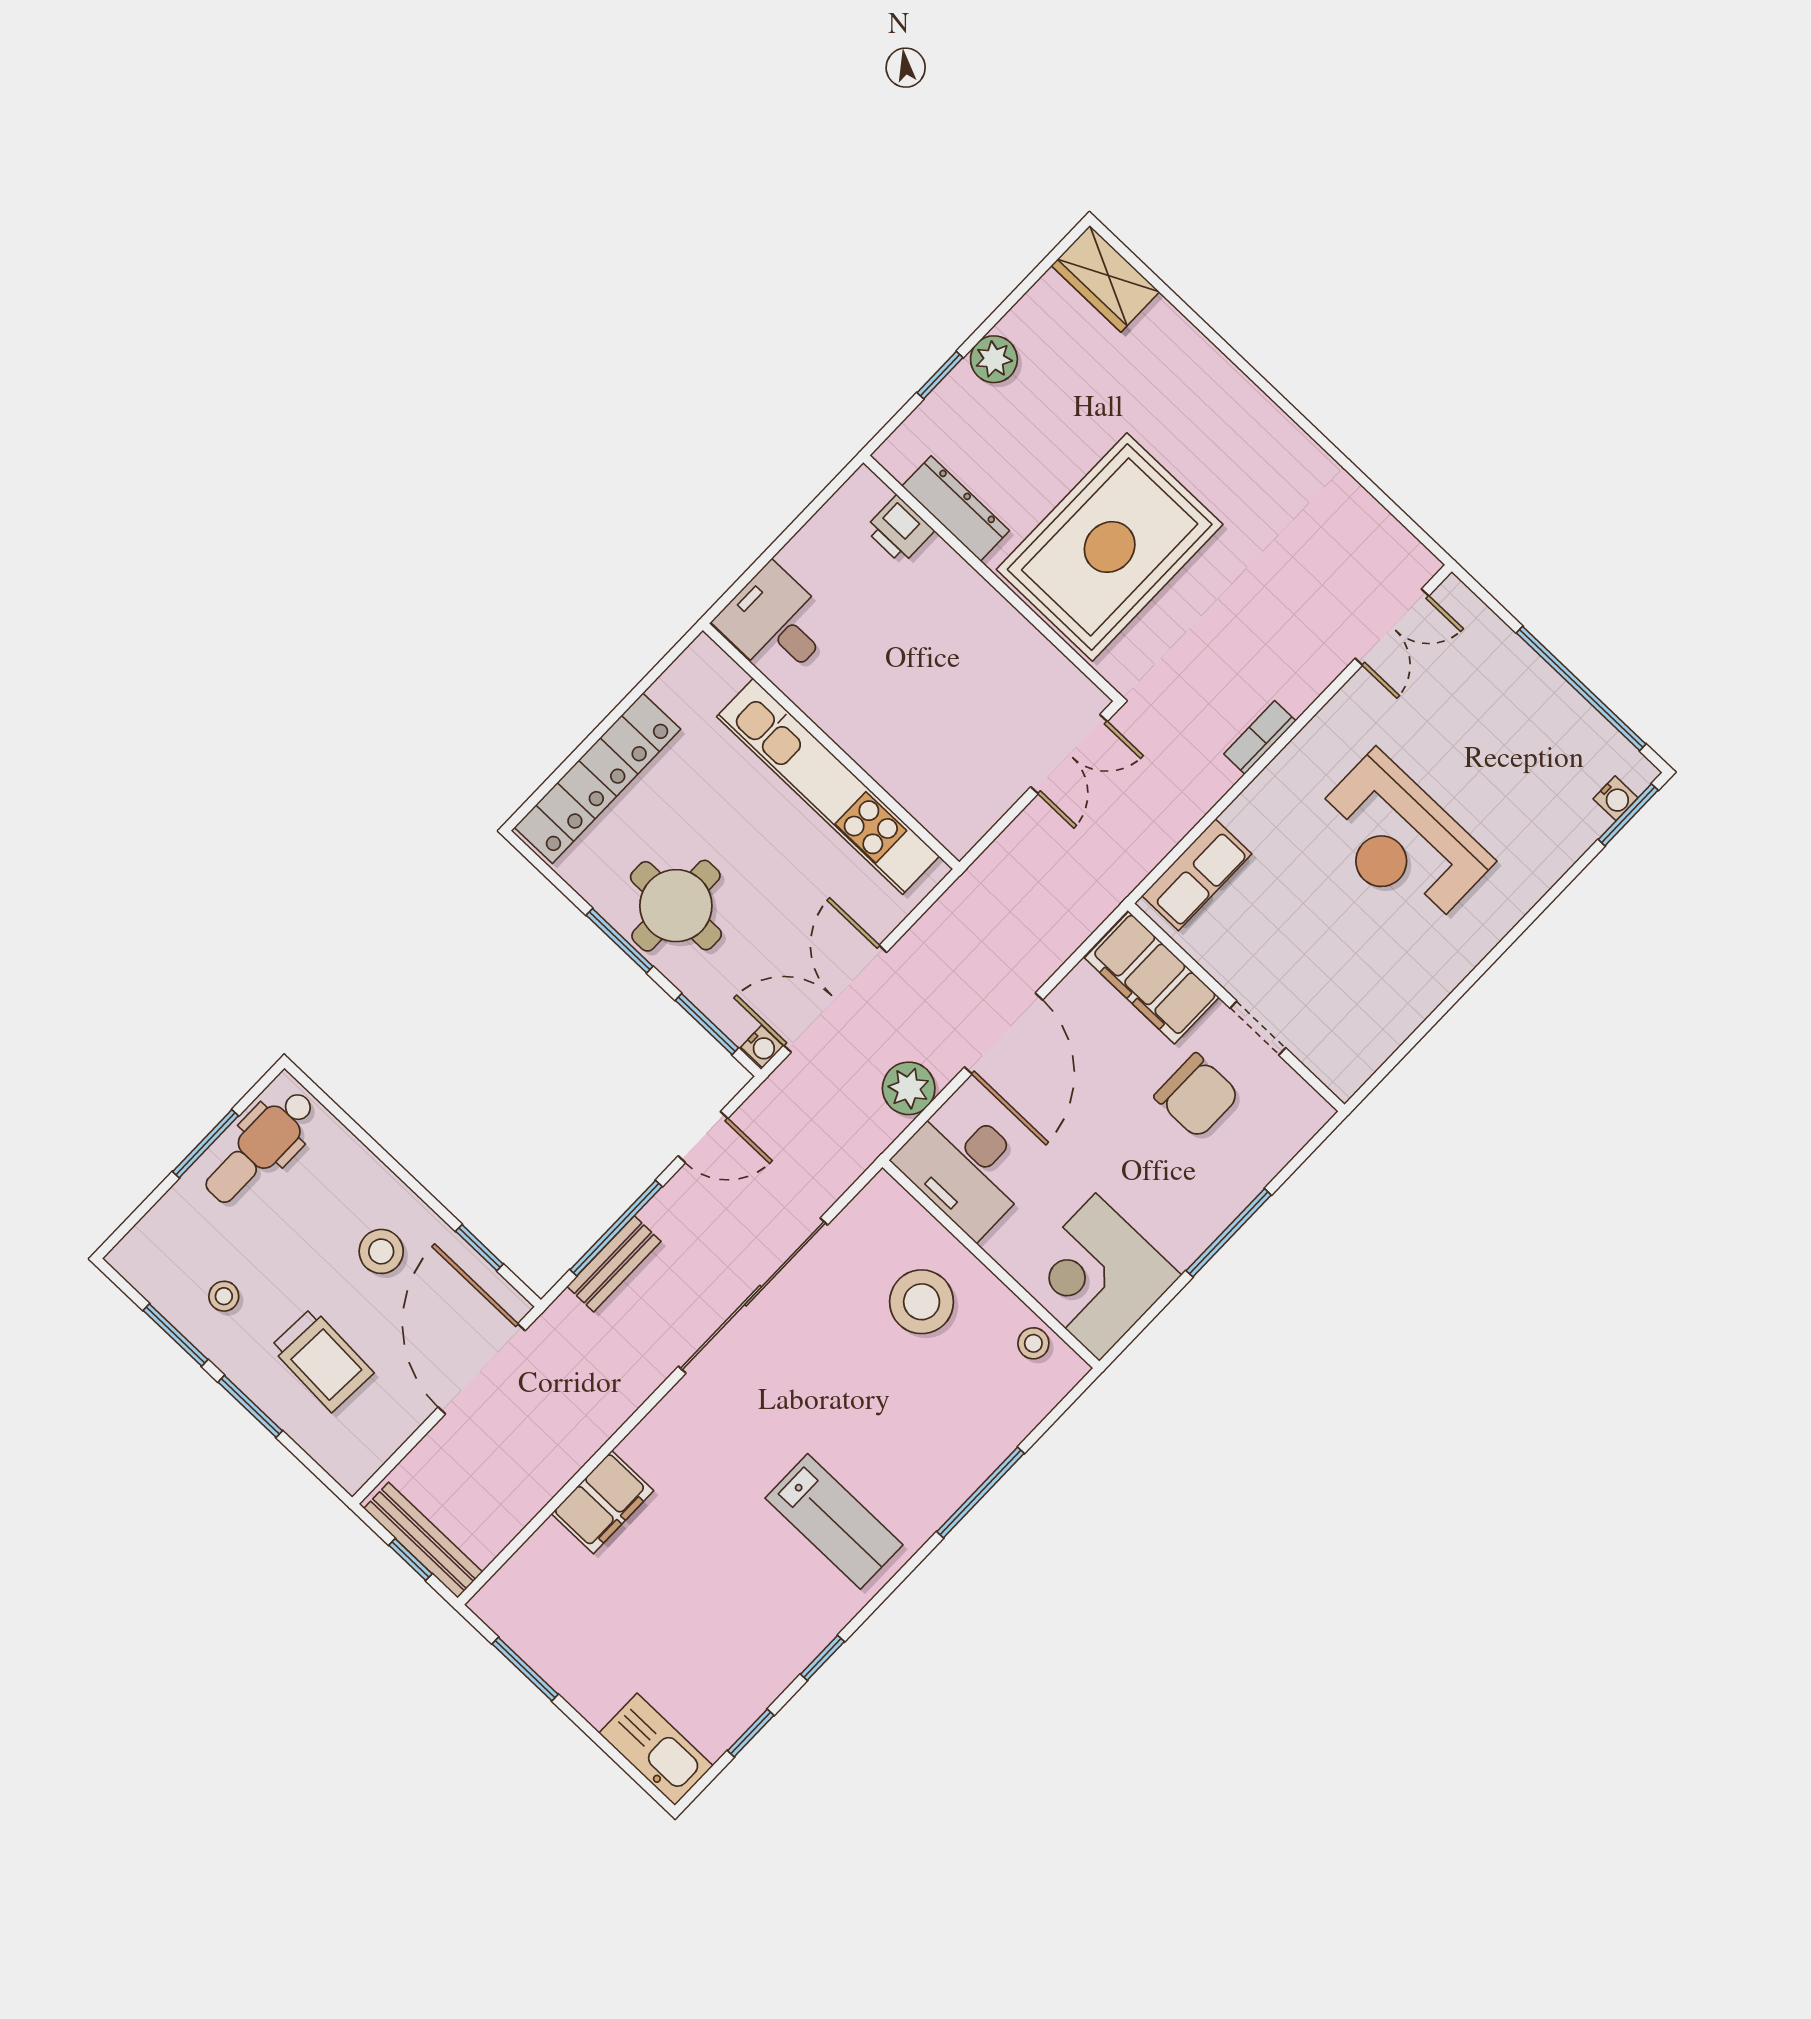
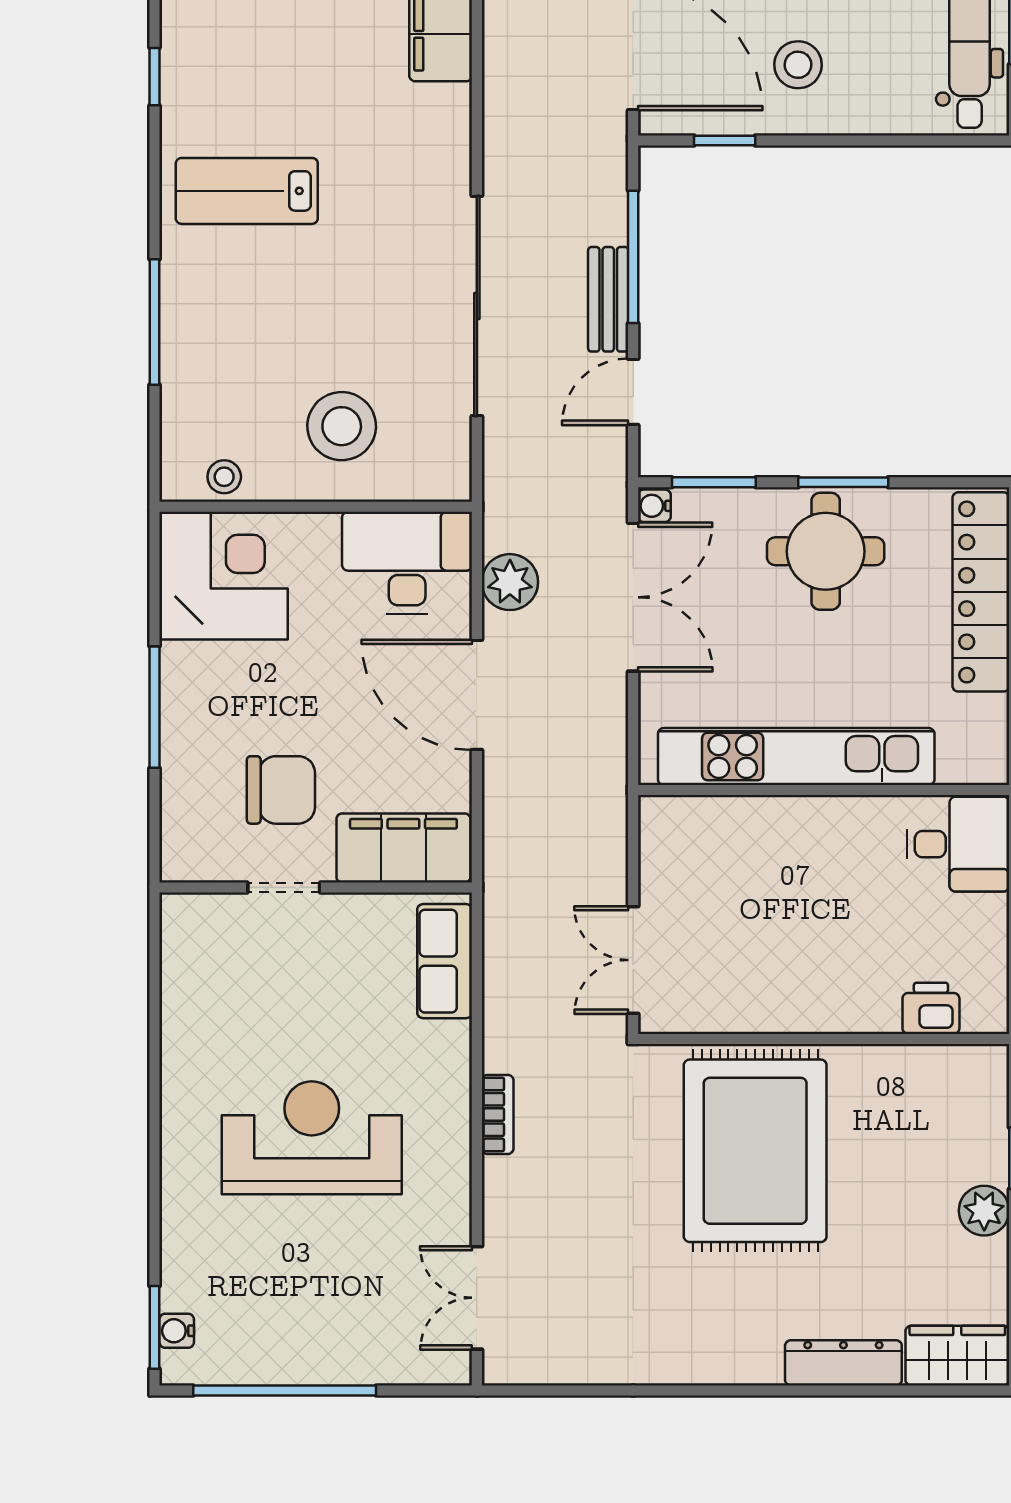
dresser: (956, 508) -> (843, 1363), moved, turned 180
chair: (1197, 1096) -> (281, 790), turned 180
bench: (614, 1264) -> (608, 299), moved

